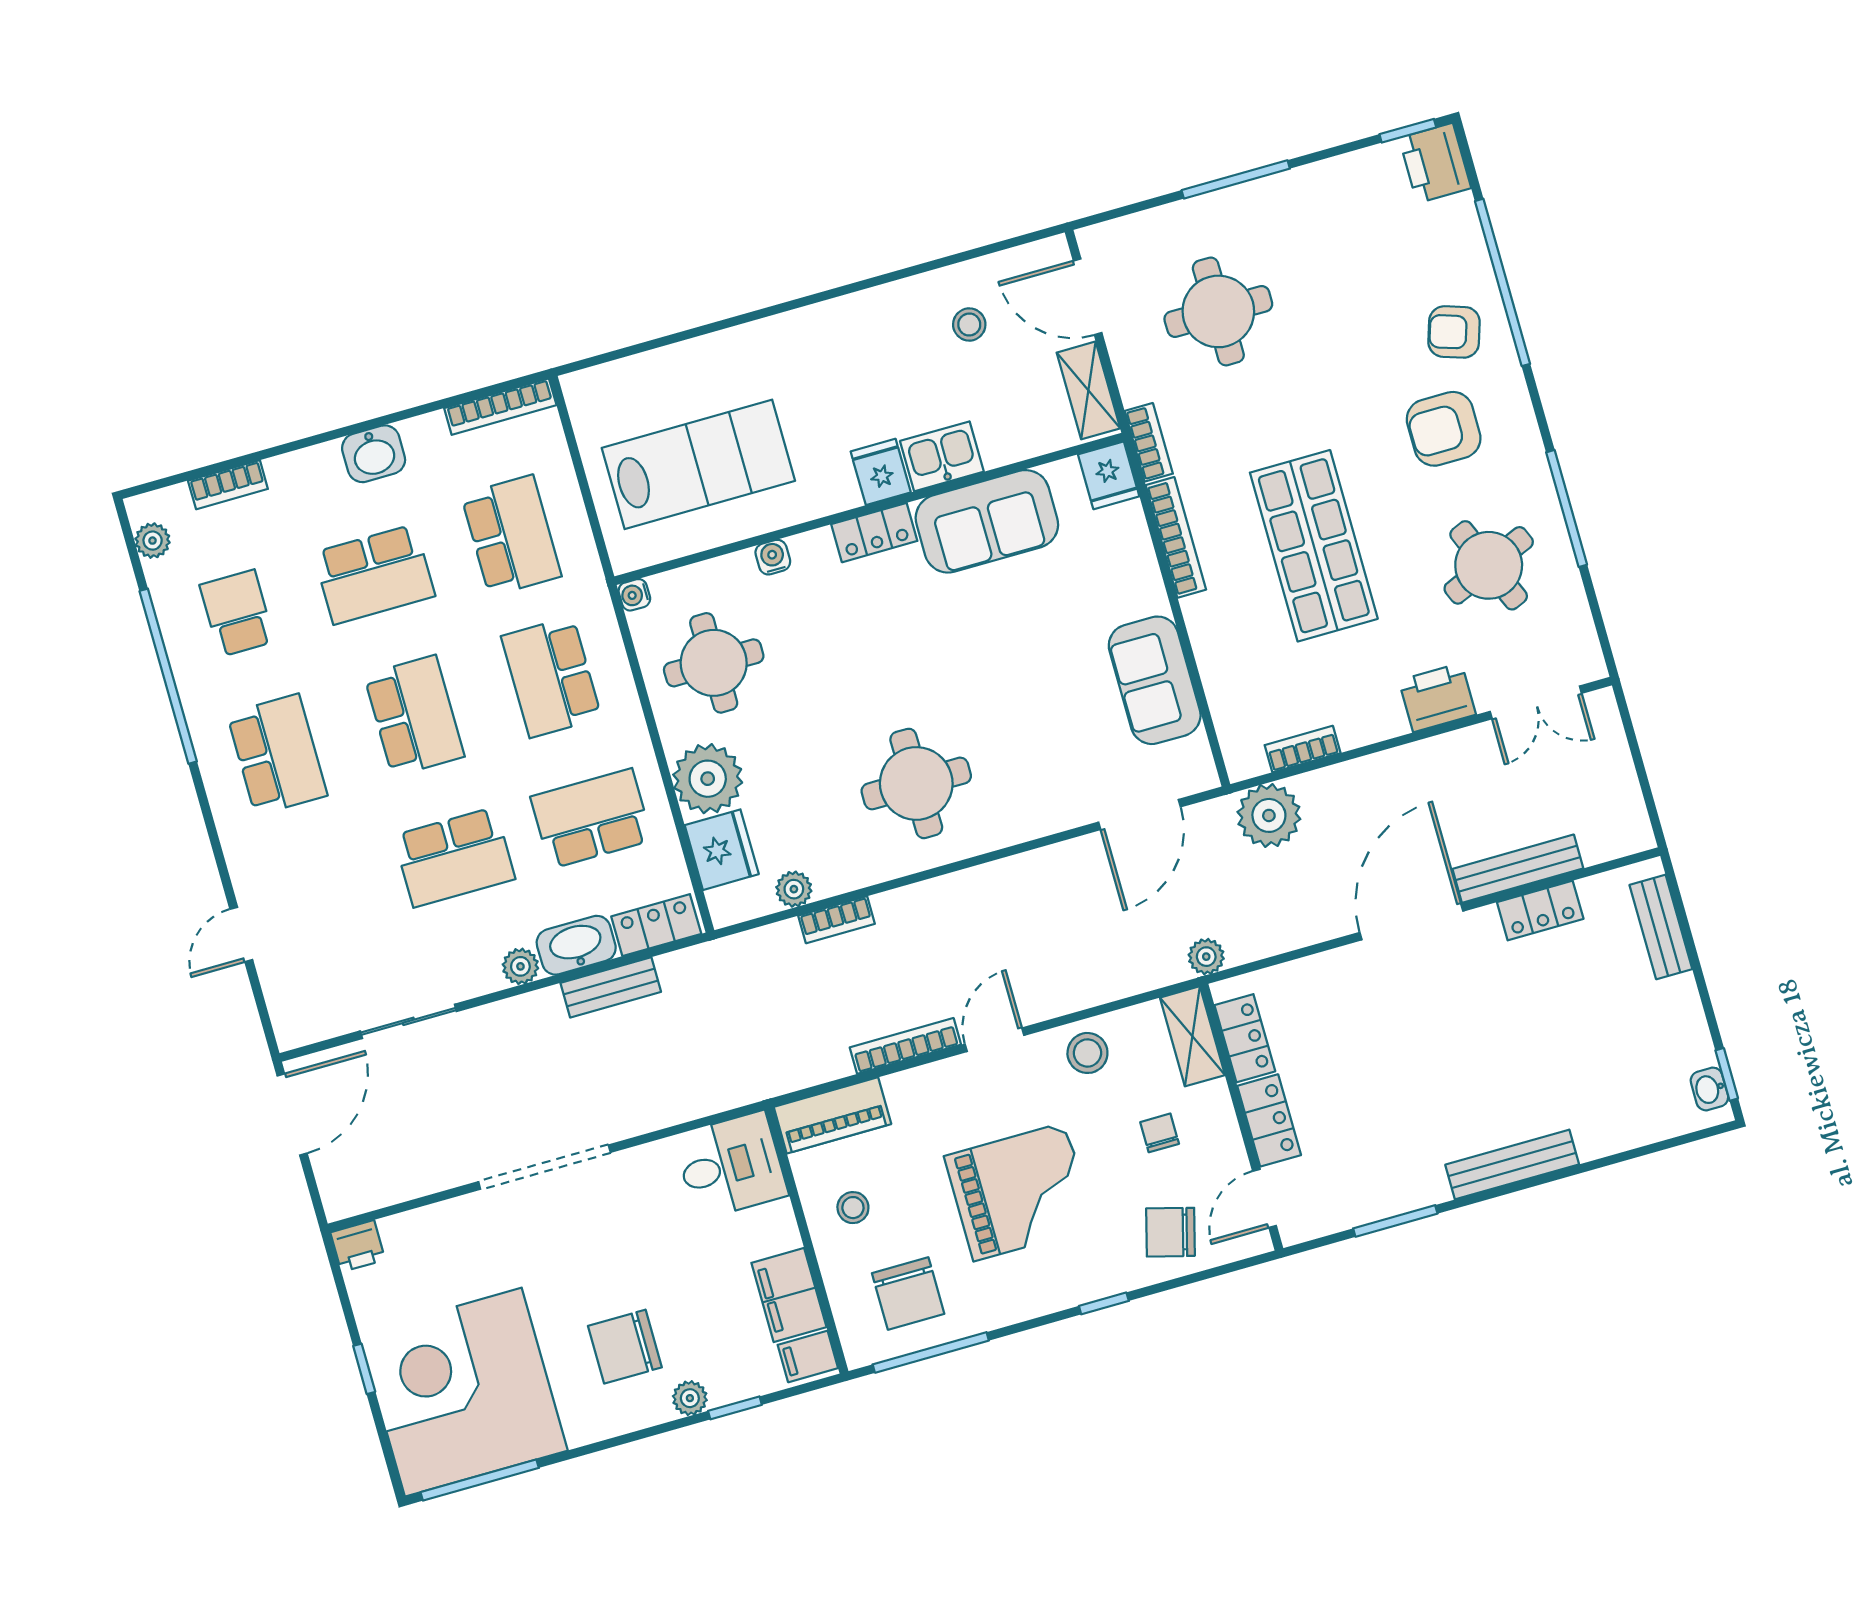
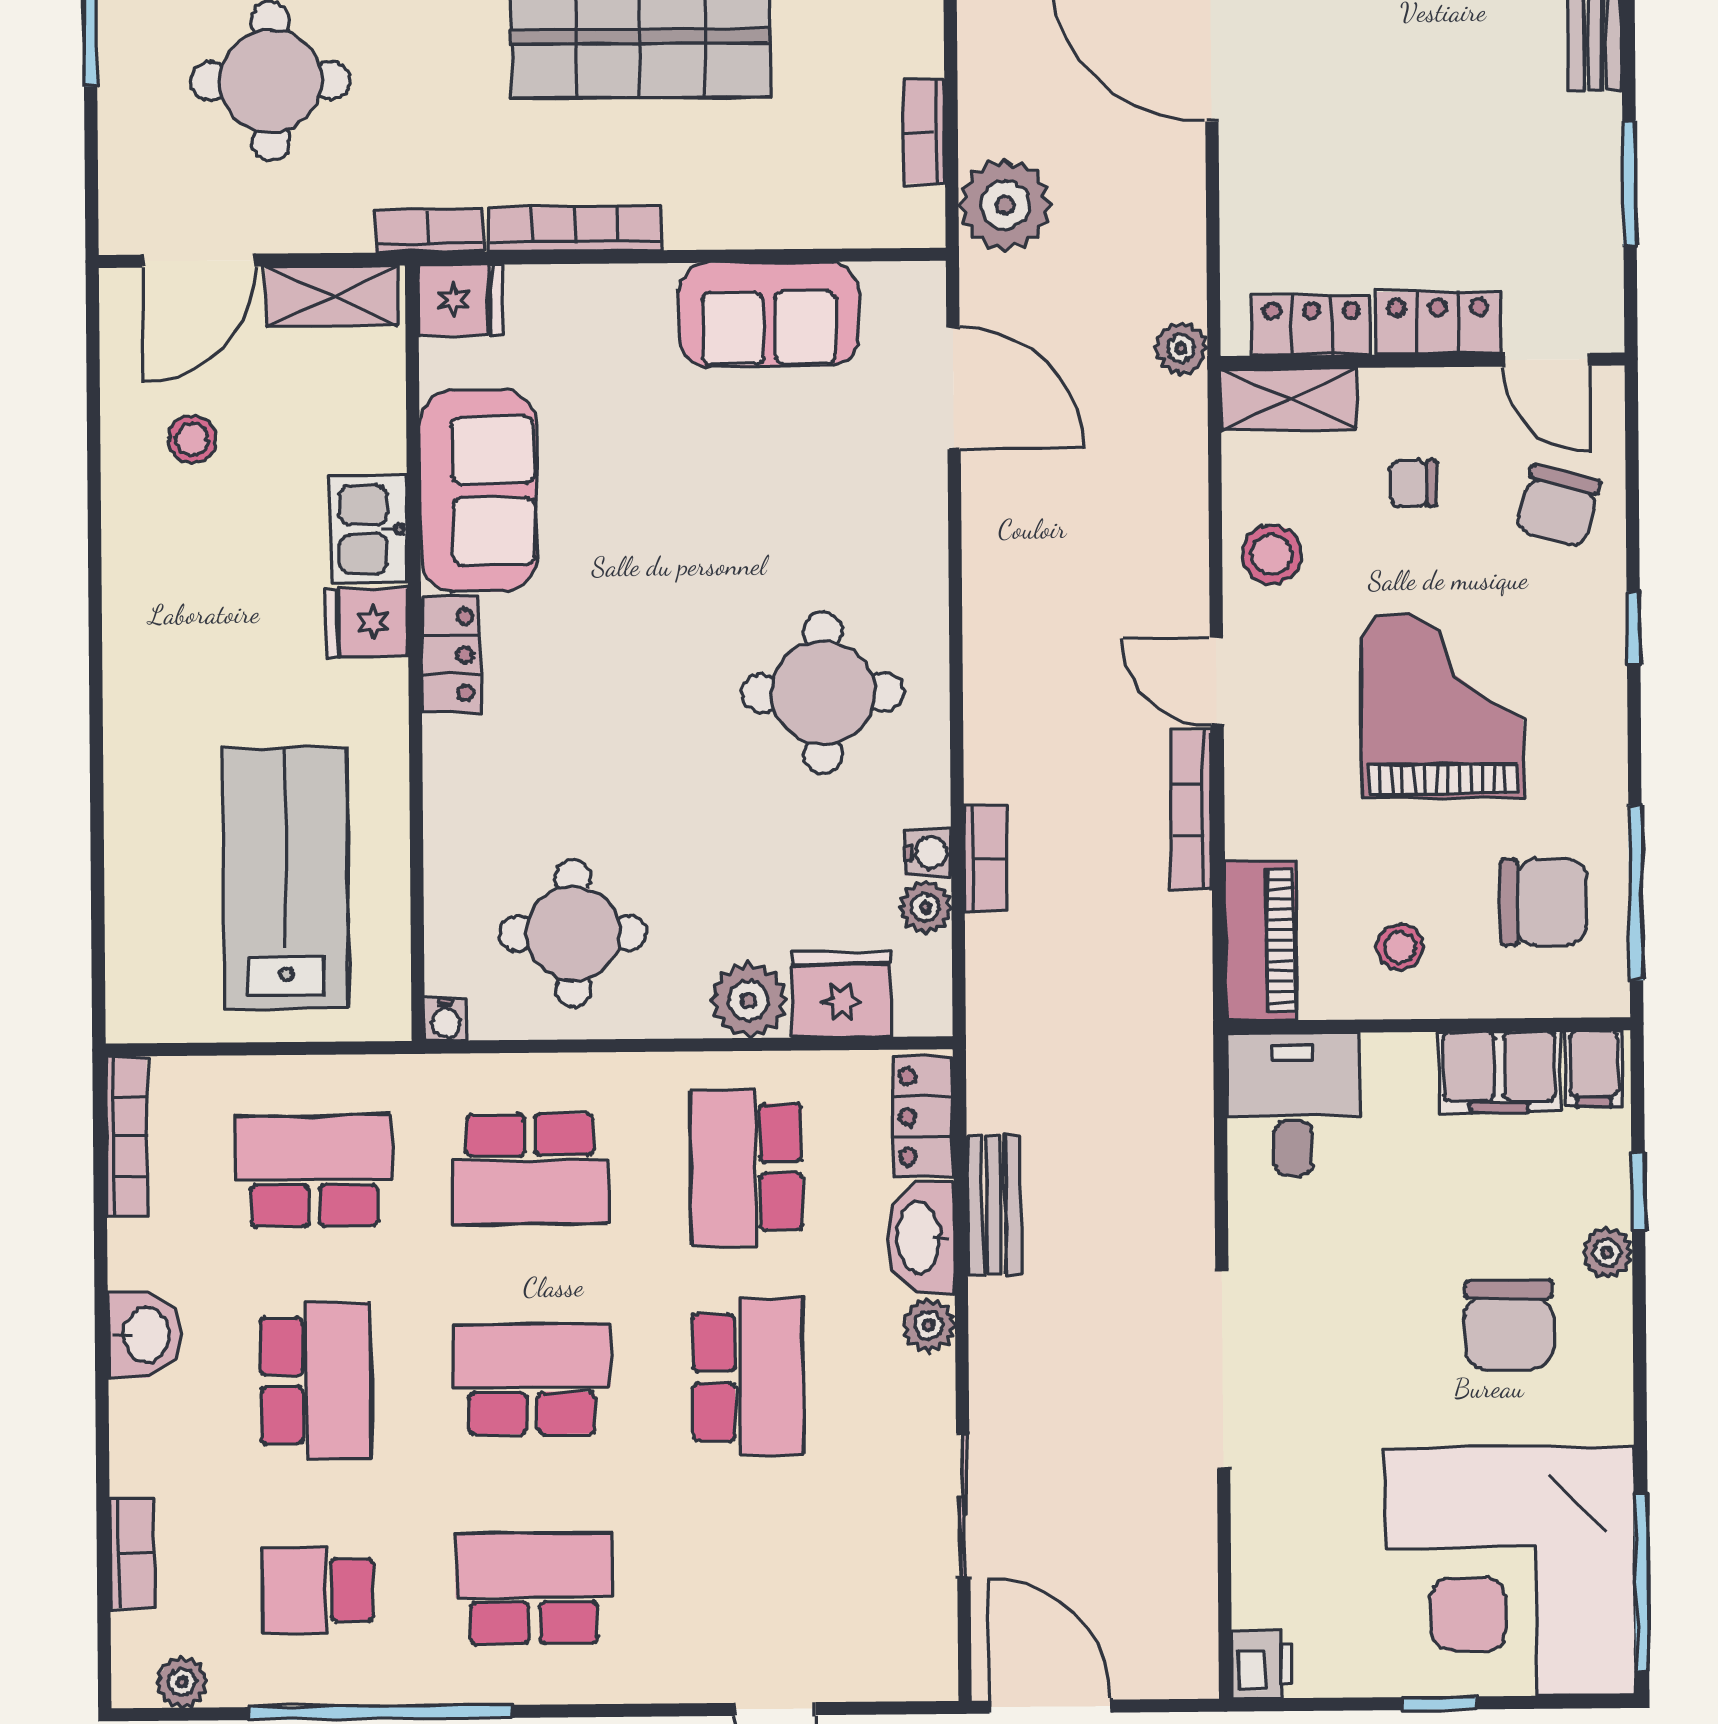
water cooler: (773, 557) -> (928, 853), moved, turned 180
plant: (708, 779) -> (749, 1000), width x0.73, depth x0.73

